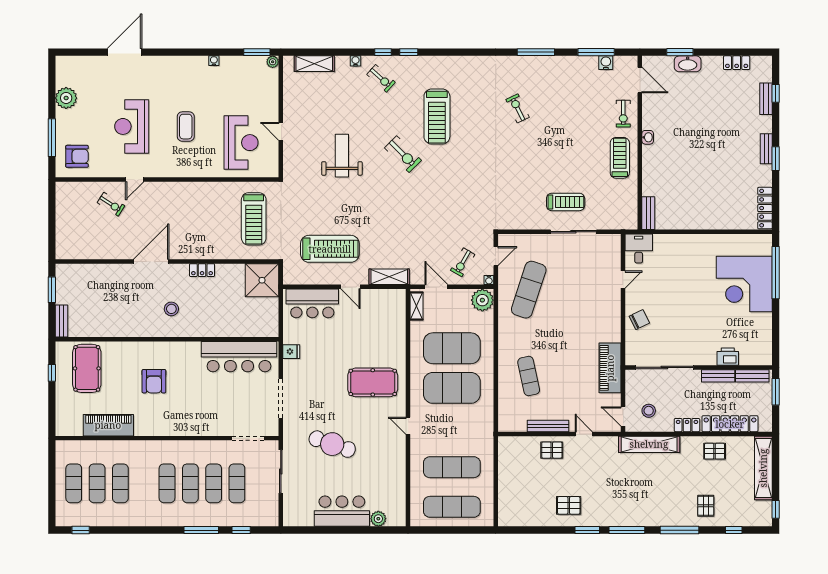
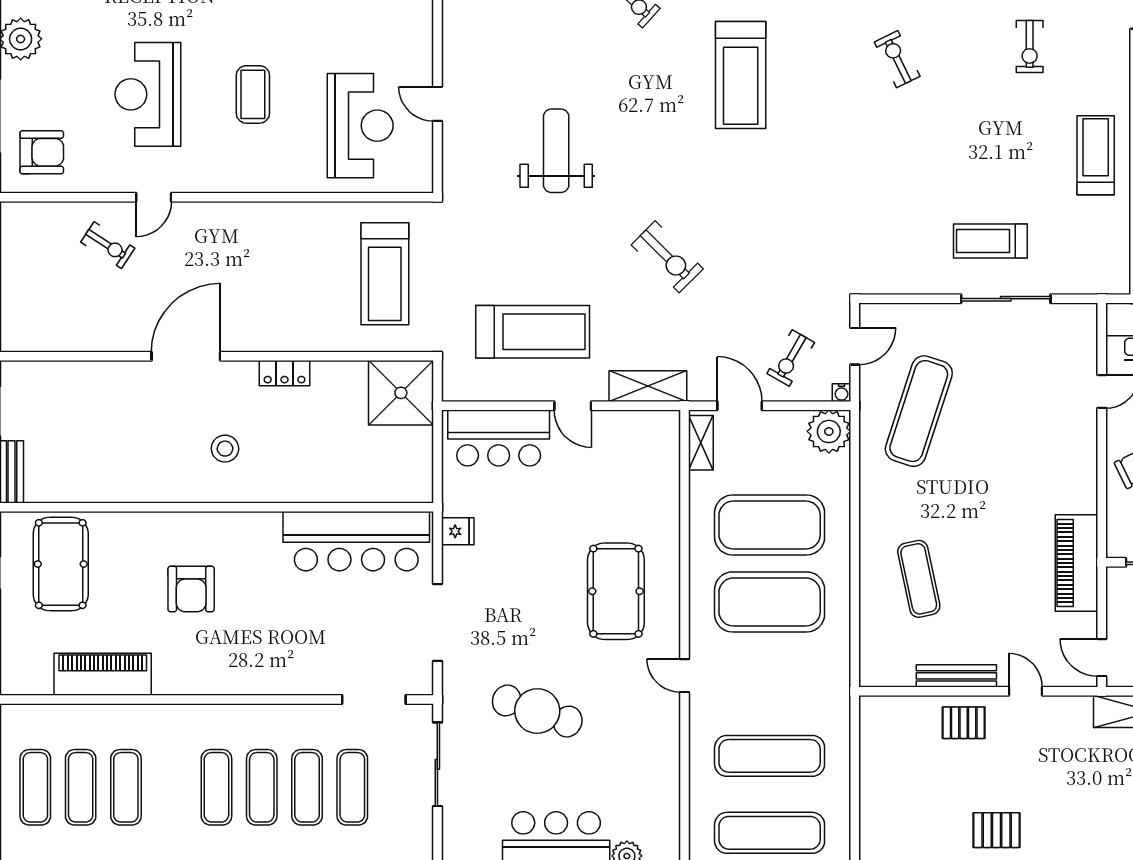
exercise bike: (623, 114) -> (1030, 47), moved
exercise bike: (403, 154) -> (667, 257), moved
treadmill: (566, 202) -> (990, 241), turned 180
pool table: (373, 382) -> (616, 591), turned 90

